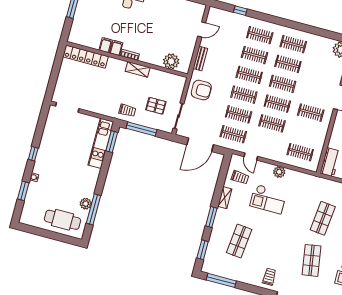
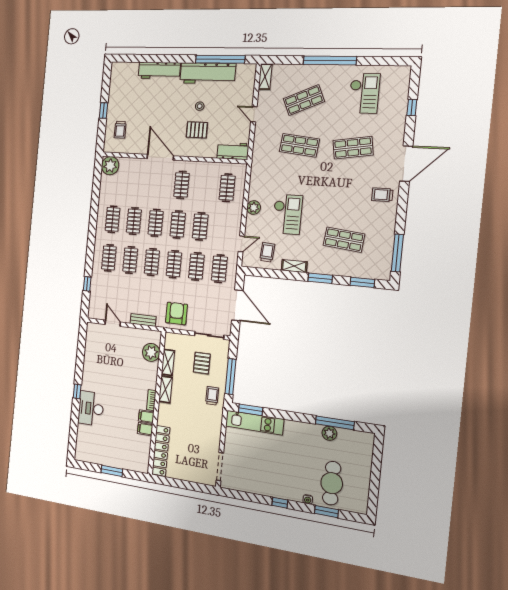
shelving: (160, 75) -> (168, 362), added
cafe table: (63, 220) -> (332, 483), moved

